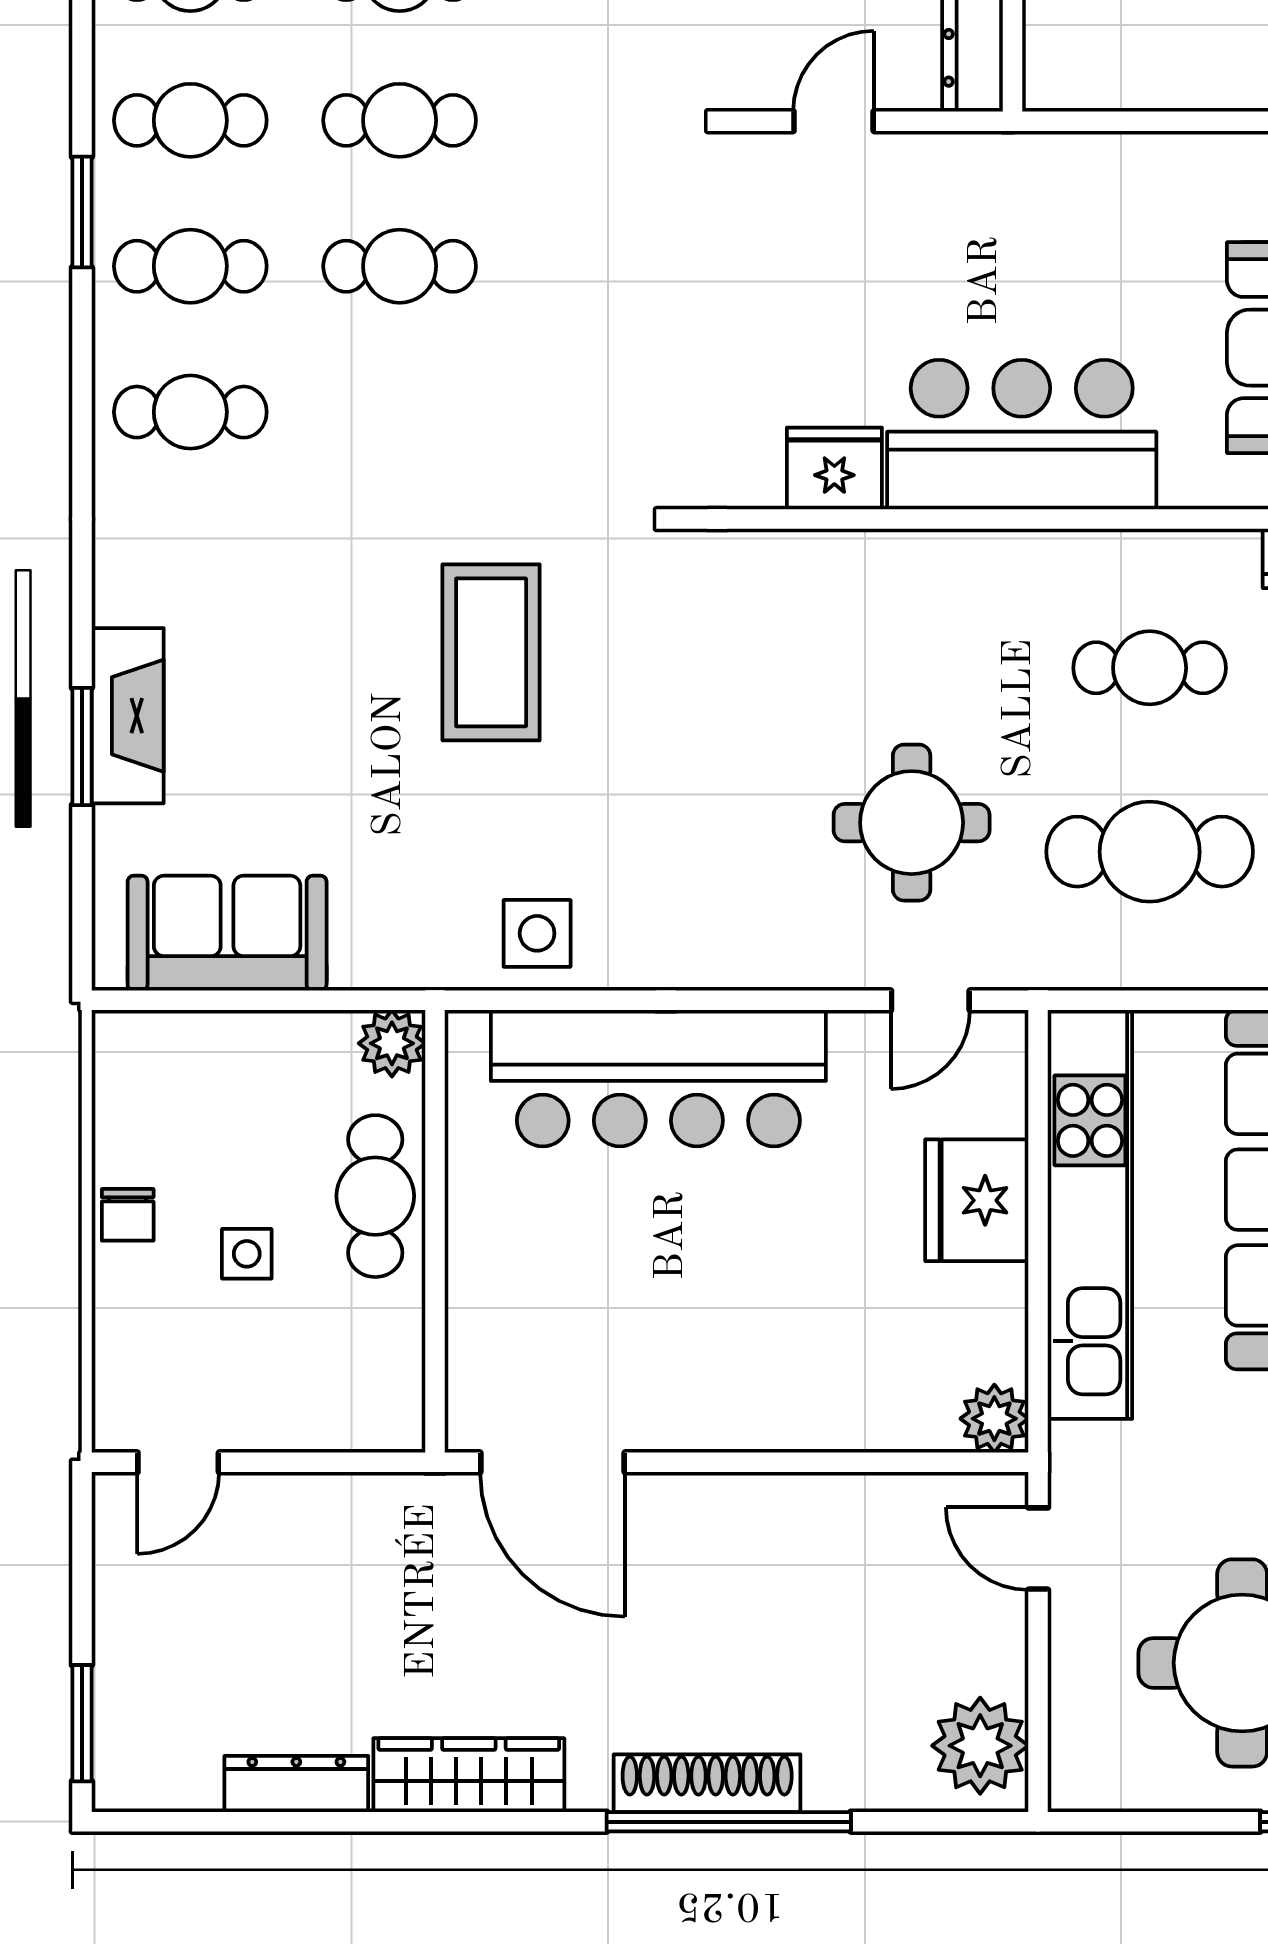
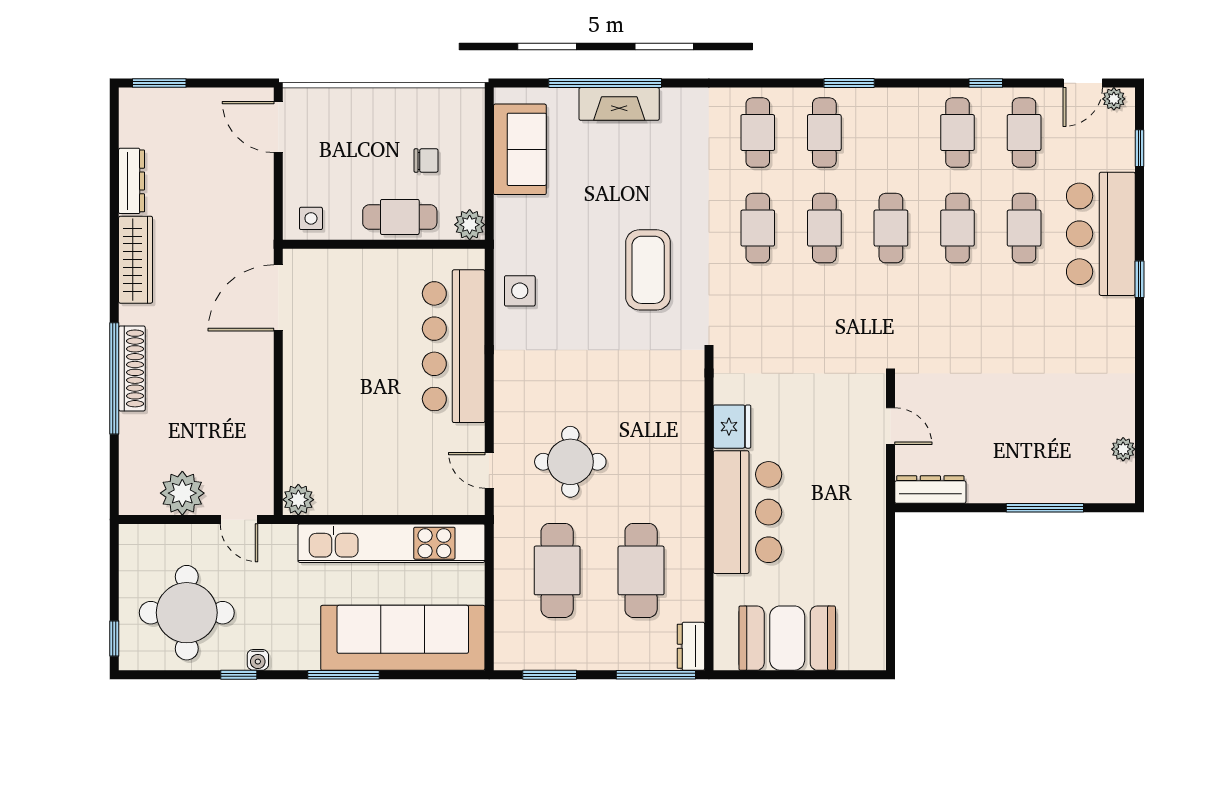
cafe table: (190, 120) -> (758, 228), moved
coffee table: (491, 652) -> (648, 270), turned 90
cafe table: (1150, 668) -> (641, 570), width x1.37, depth x1.35
window: (82, 746) -> (605, 83), width x2.11
fridge: (977, 1200) -> (398, 492), removed
chair: (128, 1215) -> (426, 161), moved, turned 180
side table: (247, 1254) -> (311, 218), moved
door: (178, 1462) -> (278, 127), width x1.38
door: (1038, 1549) -> (239, 520), swing flipped
plant: (980, 1746) -> (182, 493), moved

